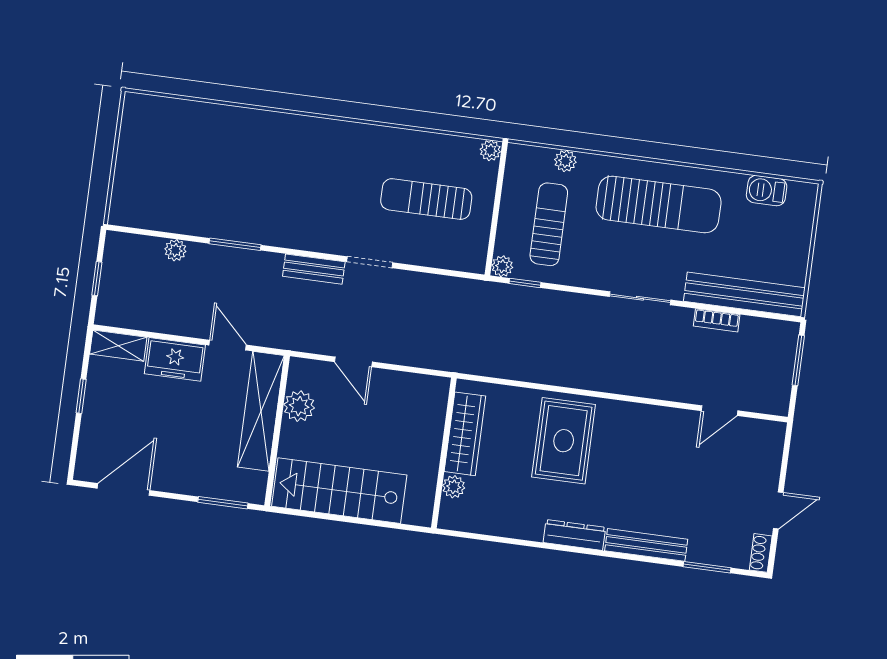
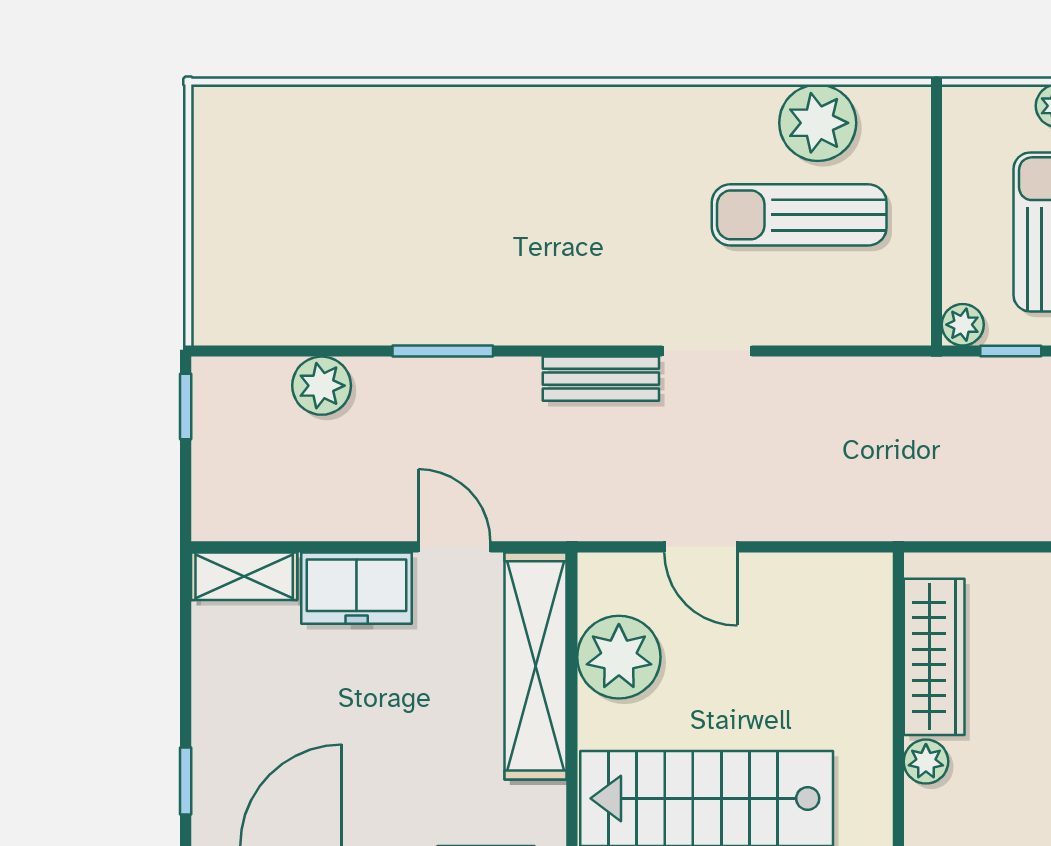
plant: (490, 150) -> (818, 123), moved, width x1.88, depth x1.88
plant: (175, 250) -> (322, 386), width x1.38, depth x1.38
window: (97, 279) -> (186, 407), moved
window: (81, 396) -> (186, 781), moved
plant: (299, 406) -> (619, 657), width x1.36, depth x1.36

